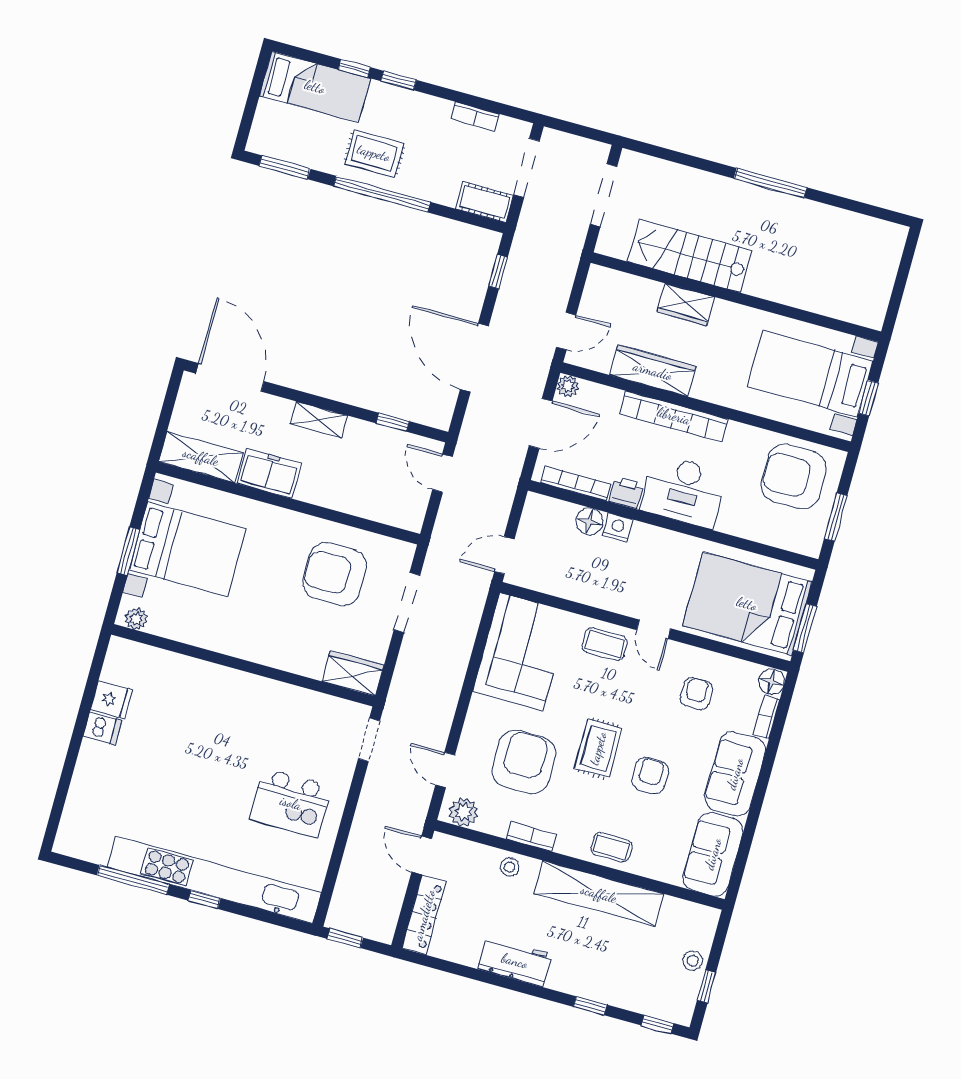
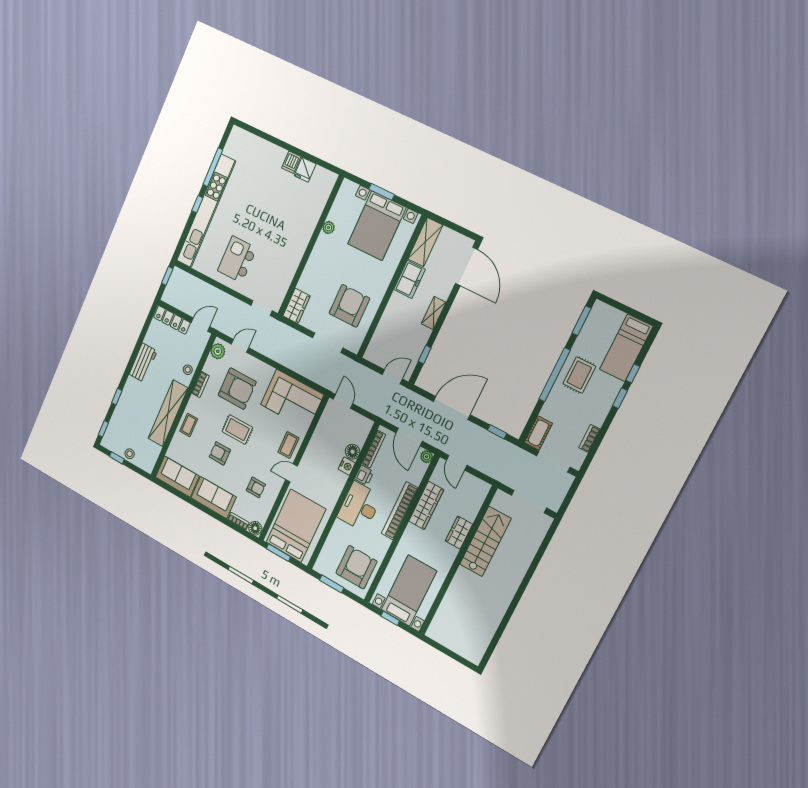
window: (770, 183) -> (518, 597), removed
door: (230, 377) -> (466, 266), hinge flipped
plant: (136, 619) -> (328, 228), moved
armchair: (650, 776) -> (220, 453), turned 180

